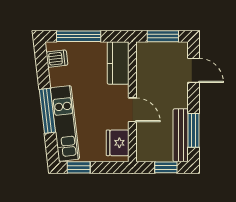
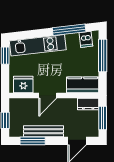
dresser: (144, 56) -> (88, 104), added
window: (47, 111) -> (69, 30), moved
bench: (181, 135) -> (44, 131), moved

